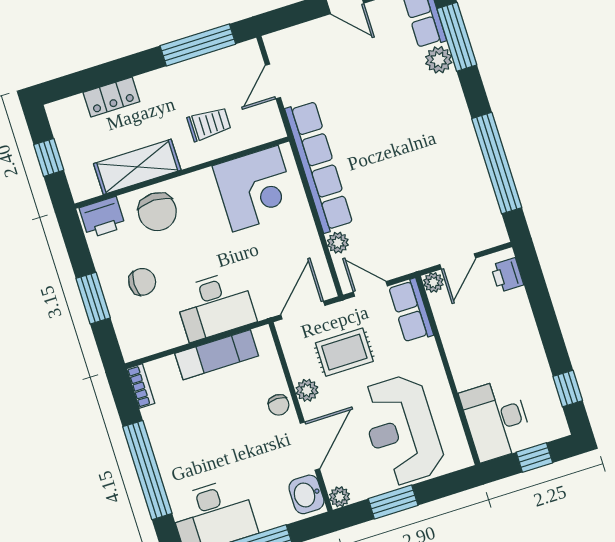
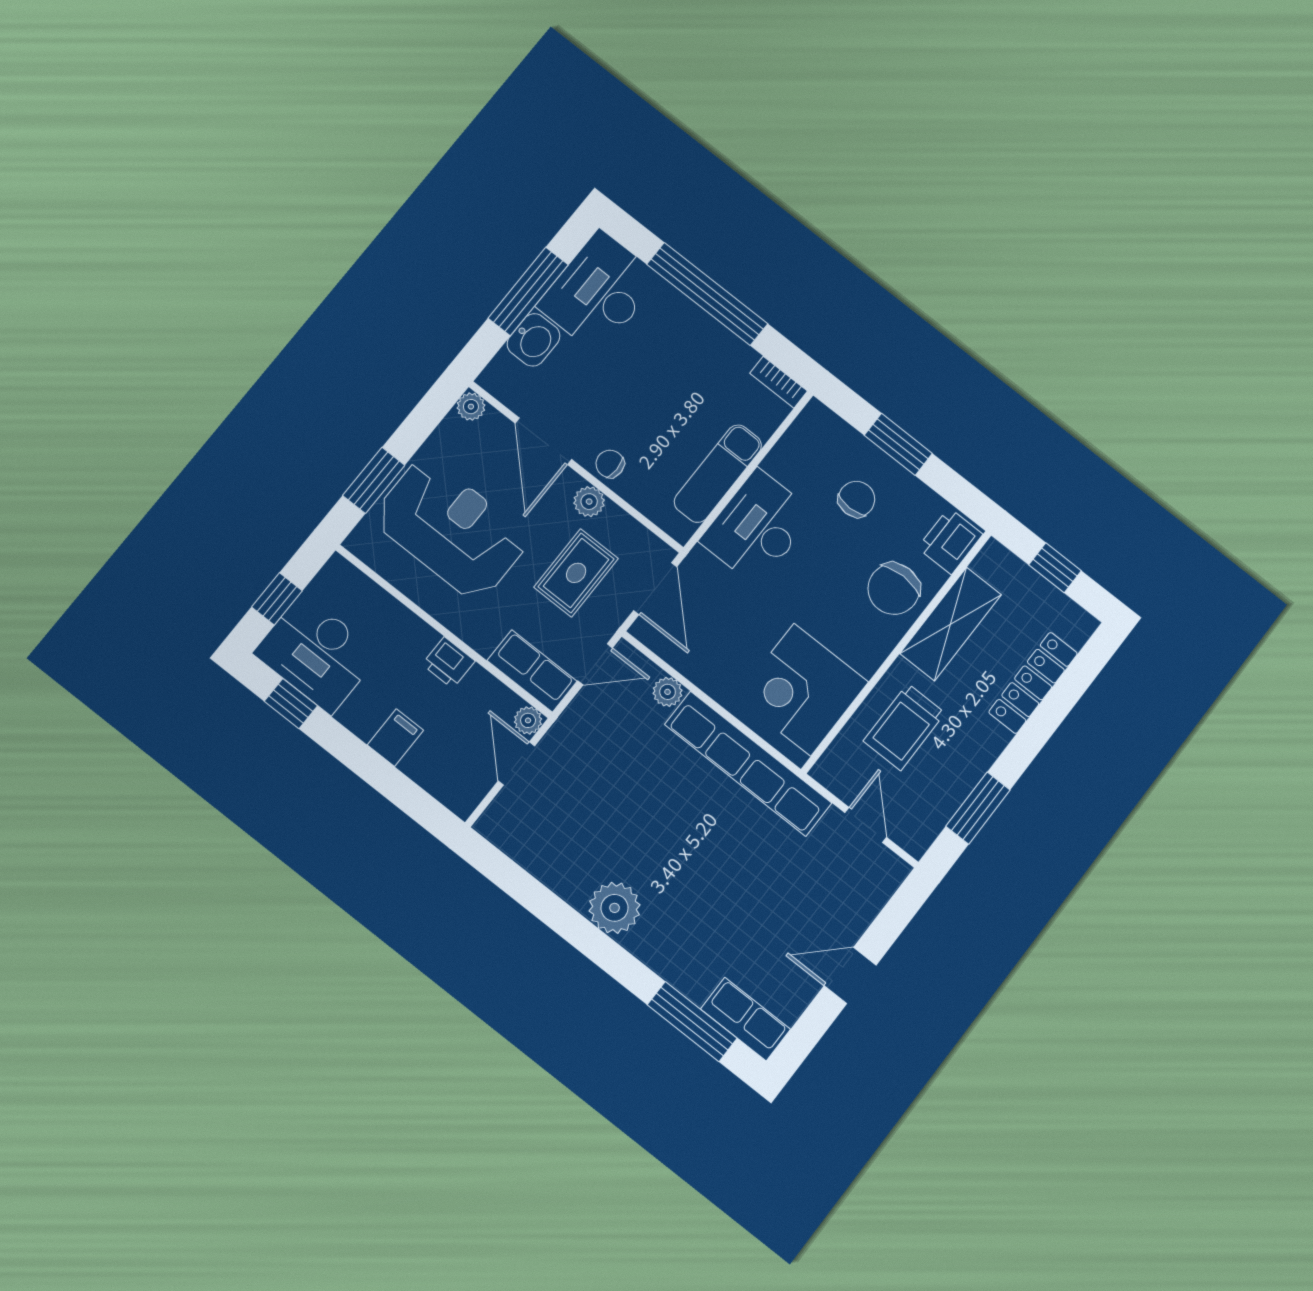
window: (198, 45) -> (978, 808), width x0.69
plant: (439, 60) -> (615, 908), moved, width x1.36, depth x1.36
locker: (111, 97) -> (1033, 683), width x1.53
trolley: (209, 124) -> (904, 727), width x1.36, depth x1.39
window: (497, 163) -> (548, 907), removed
chair: (157, 212) -> (894, 589), turned -90
printer: (507, 275) -> (448, 663), moved, turned 180
chair: (142, 282) -> (857, 499), turned 180
filing cabinet: (519, 326) -> (395, 738), added
desk: (496, 420) -> (317, 654), moved, turned 180
washbasin: (306, 494) -> (534, 340), moved, turned 90
window: (393, 502) -> (374, 480), moved

